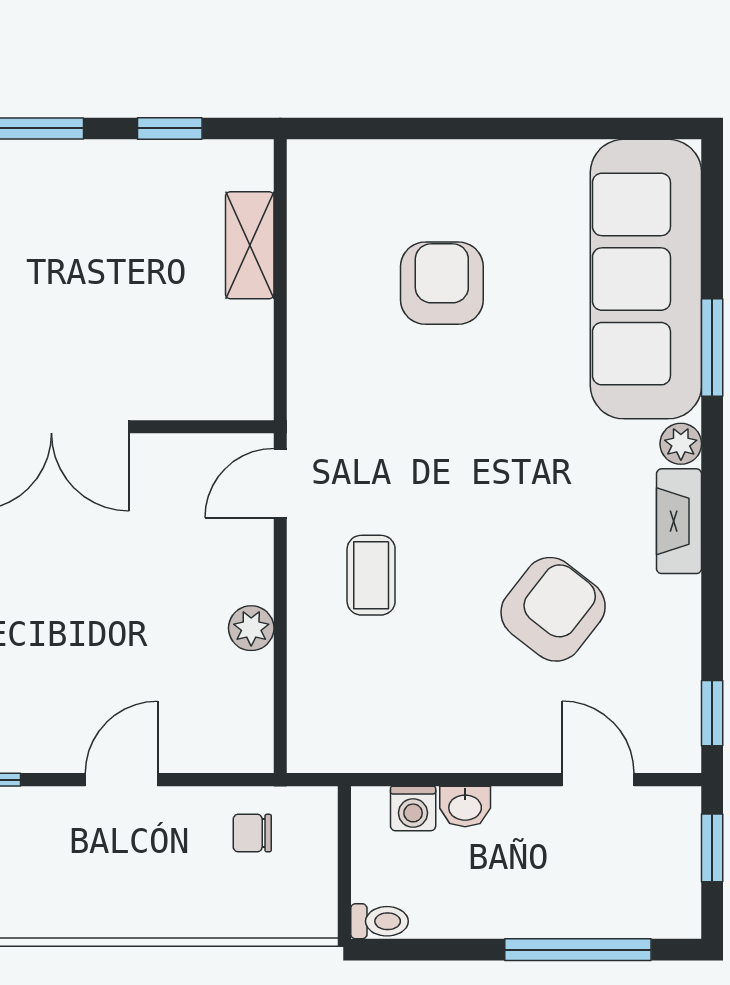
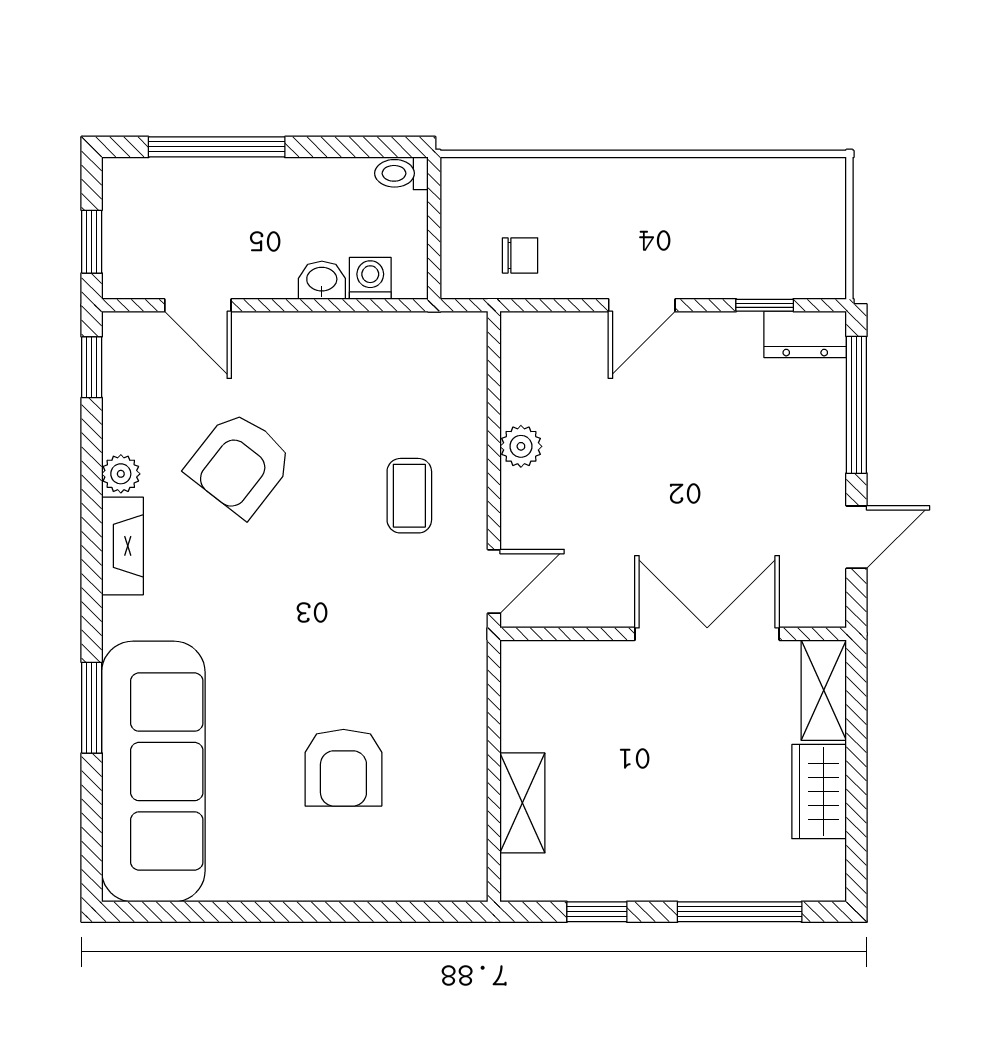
plant: (681, 444) -> (121, 474), moved

